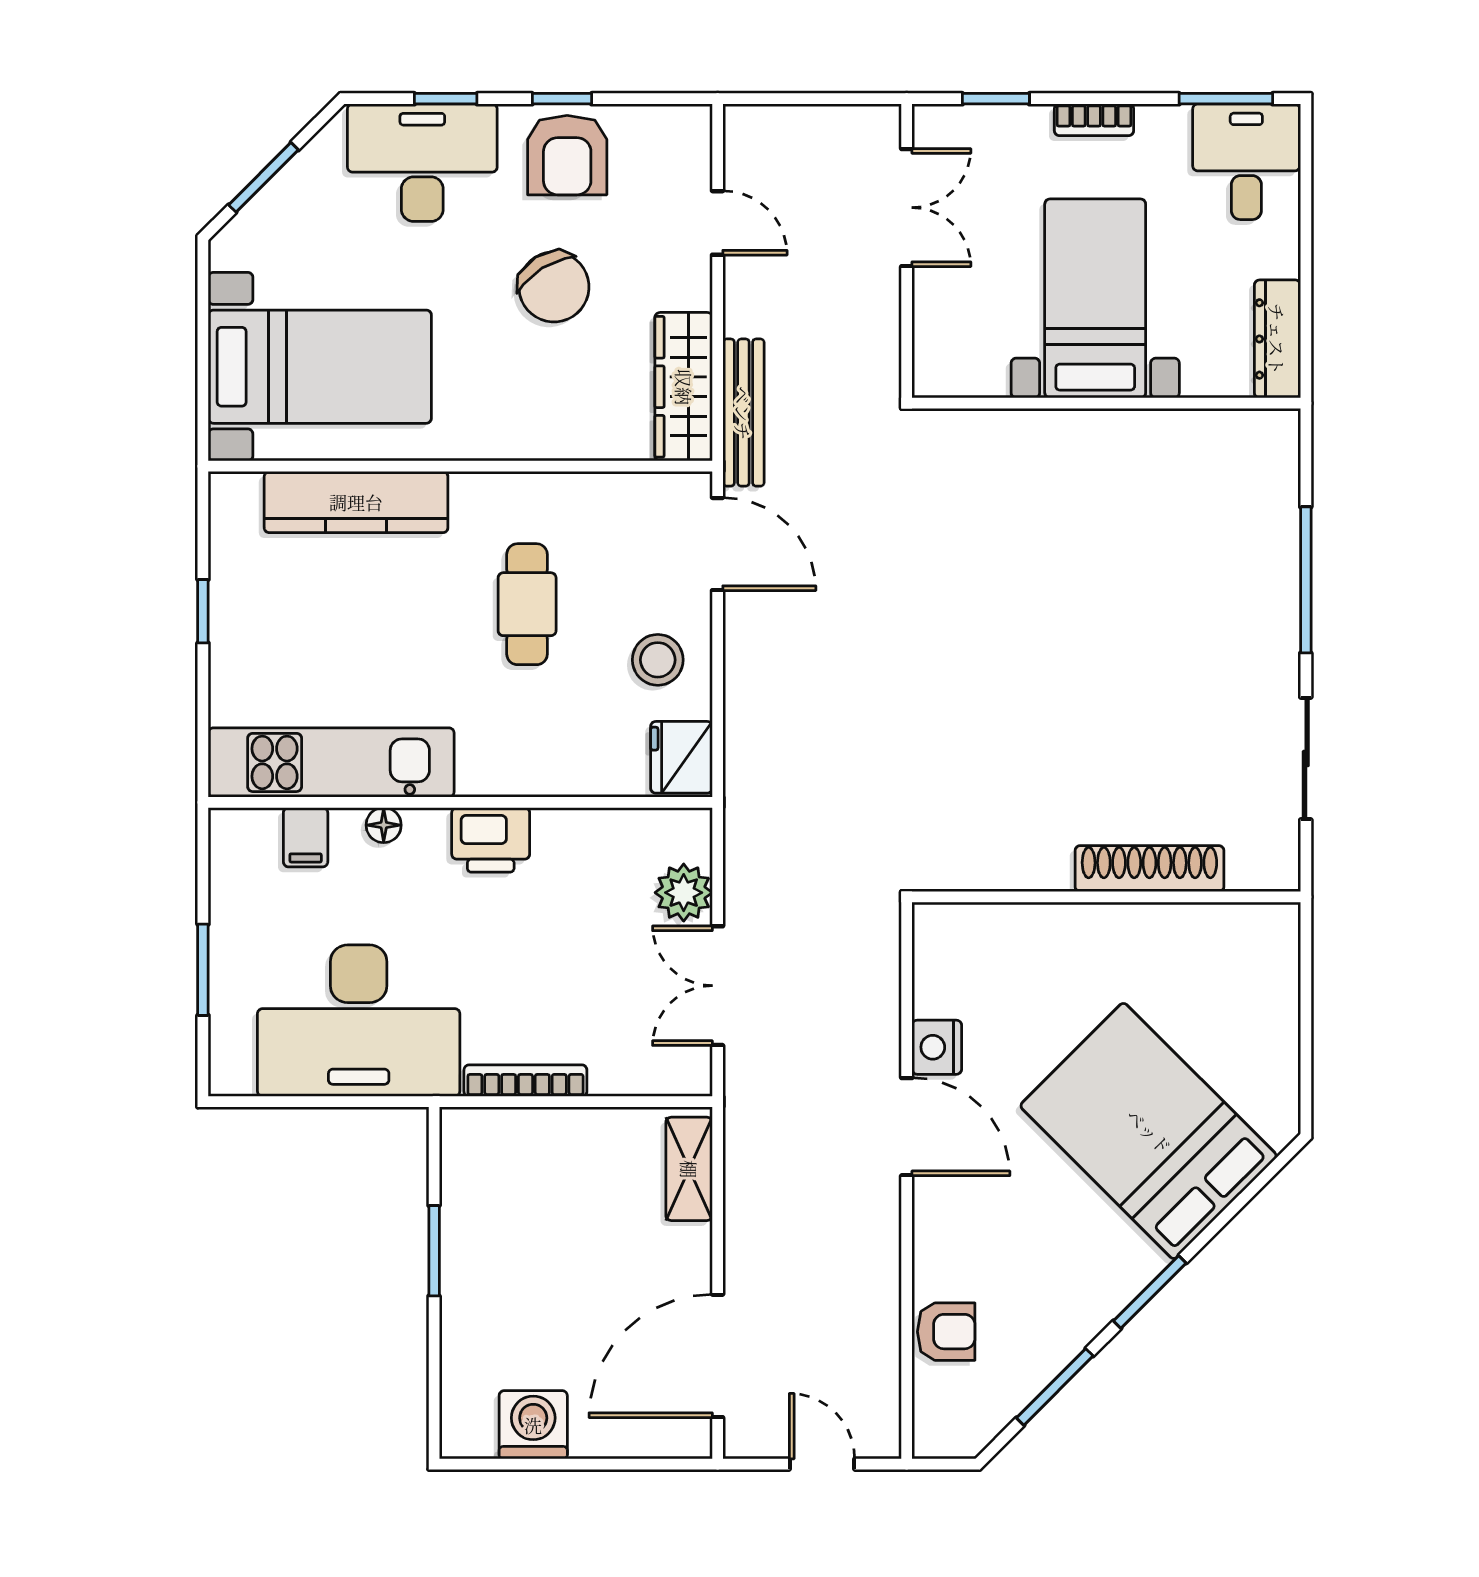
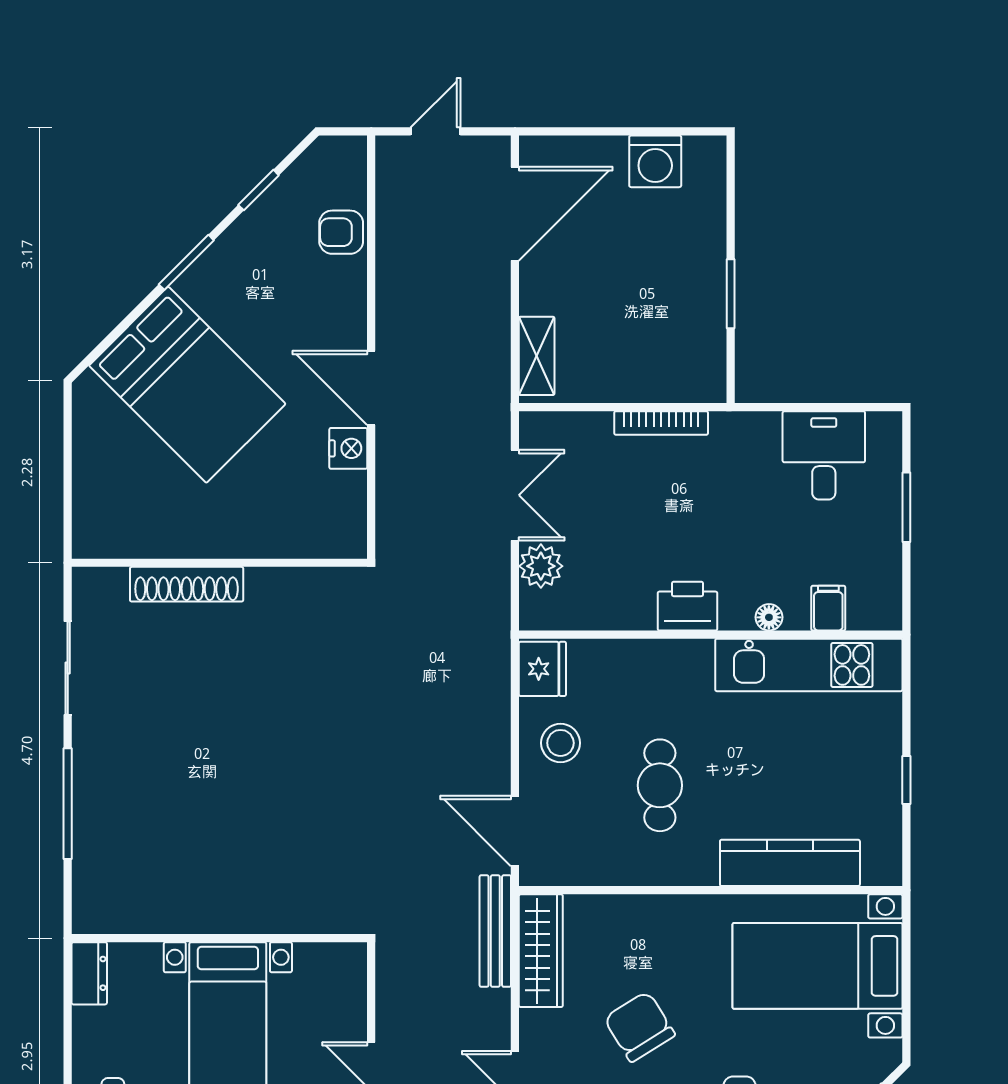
dresser: (1277, 339) -> (89, 973), width x0.70
desk: (359, 1021) -> (824, 455), width x0.53, depth x0.77
window: (1055, 1387) -> (259, 190), width x0.67
door: (822, 1464) -> (436, 131), swing flipped

